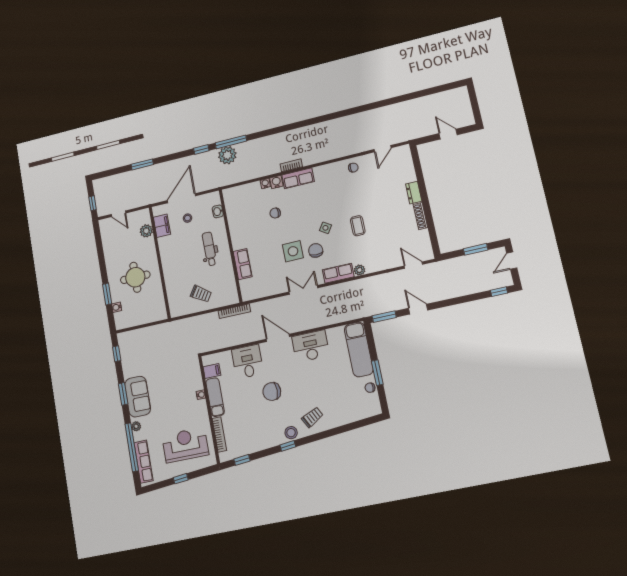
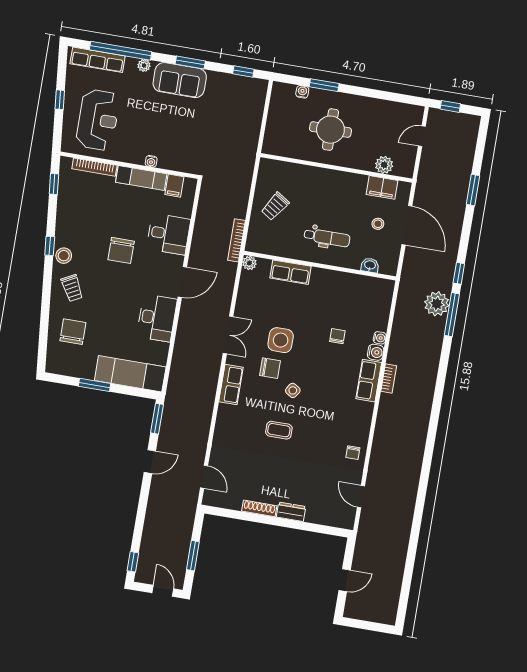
door: (413, 265) -> (204, 477), hinge flipped
plant: (360, 270) -> (249, 263), moved
chair: (370, 388) -> (73, 332), moved, width x1.87, depth x1.87
chair: (272, 392) -> (121, 250), turned 180

